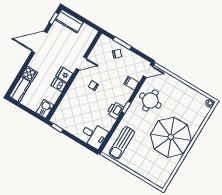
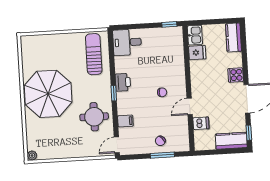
cooker: (30, 74) -> (236, 75), moved
fridge: (64, 75) -> (197, 53), moved
dishwasher: (59, 85) -> (201, 123), moved

